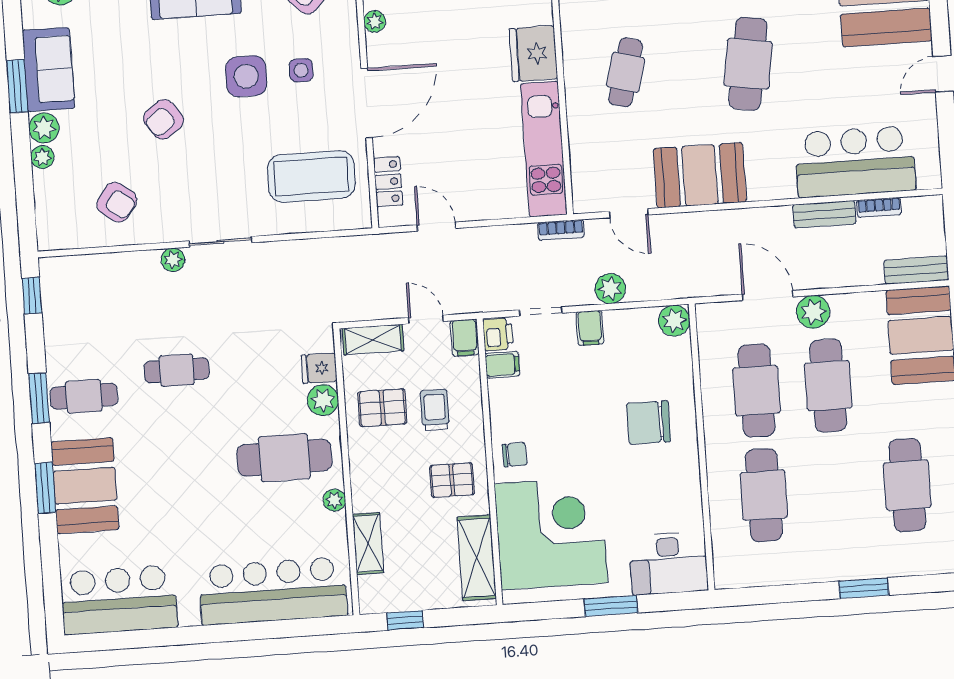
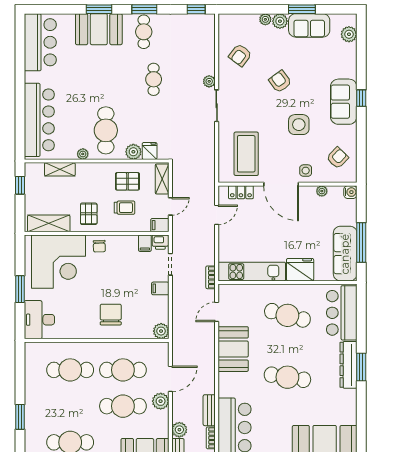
side table: (301, 70) -> (306, 171), moved
cafe table: (626, 72) -> (287, 315), width x1.37, depth x1.35
plant: (610, 289) -> (179, 430), moved
pallet: (382, 408) -> (127, 181), turned 90

